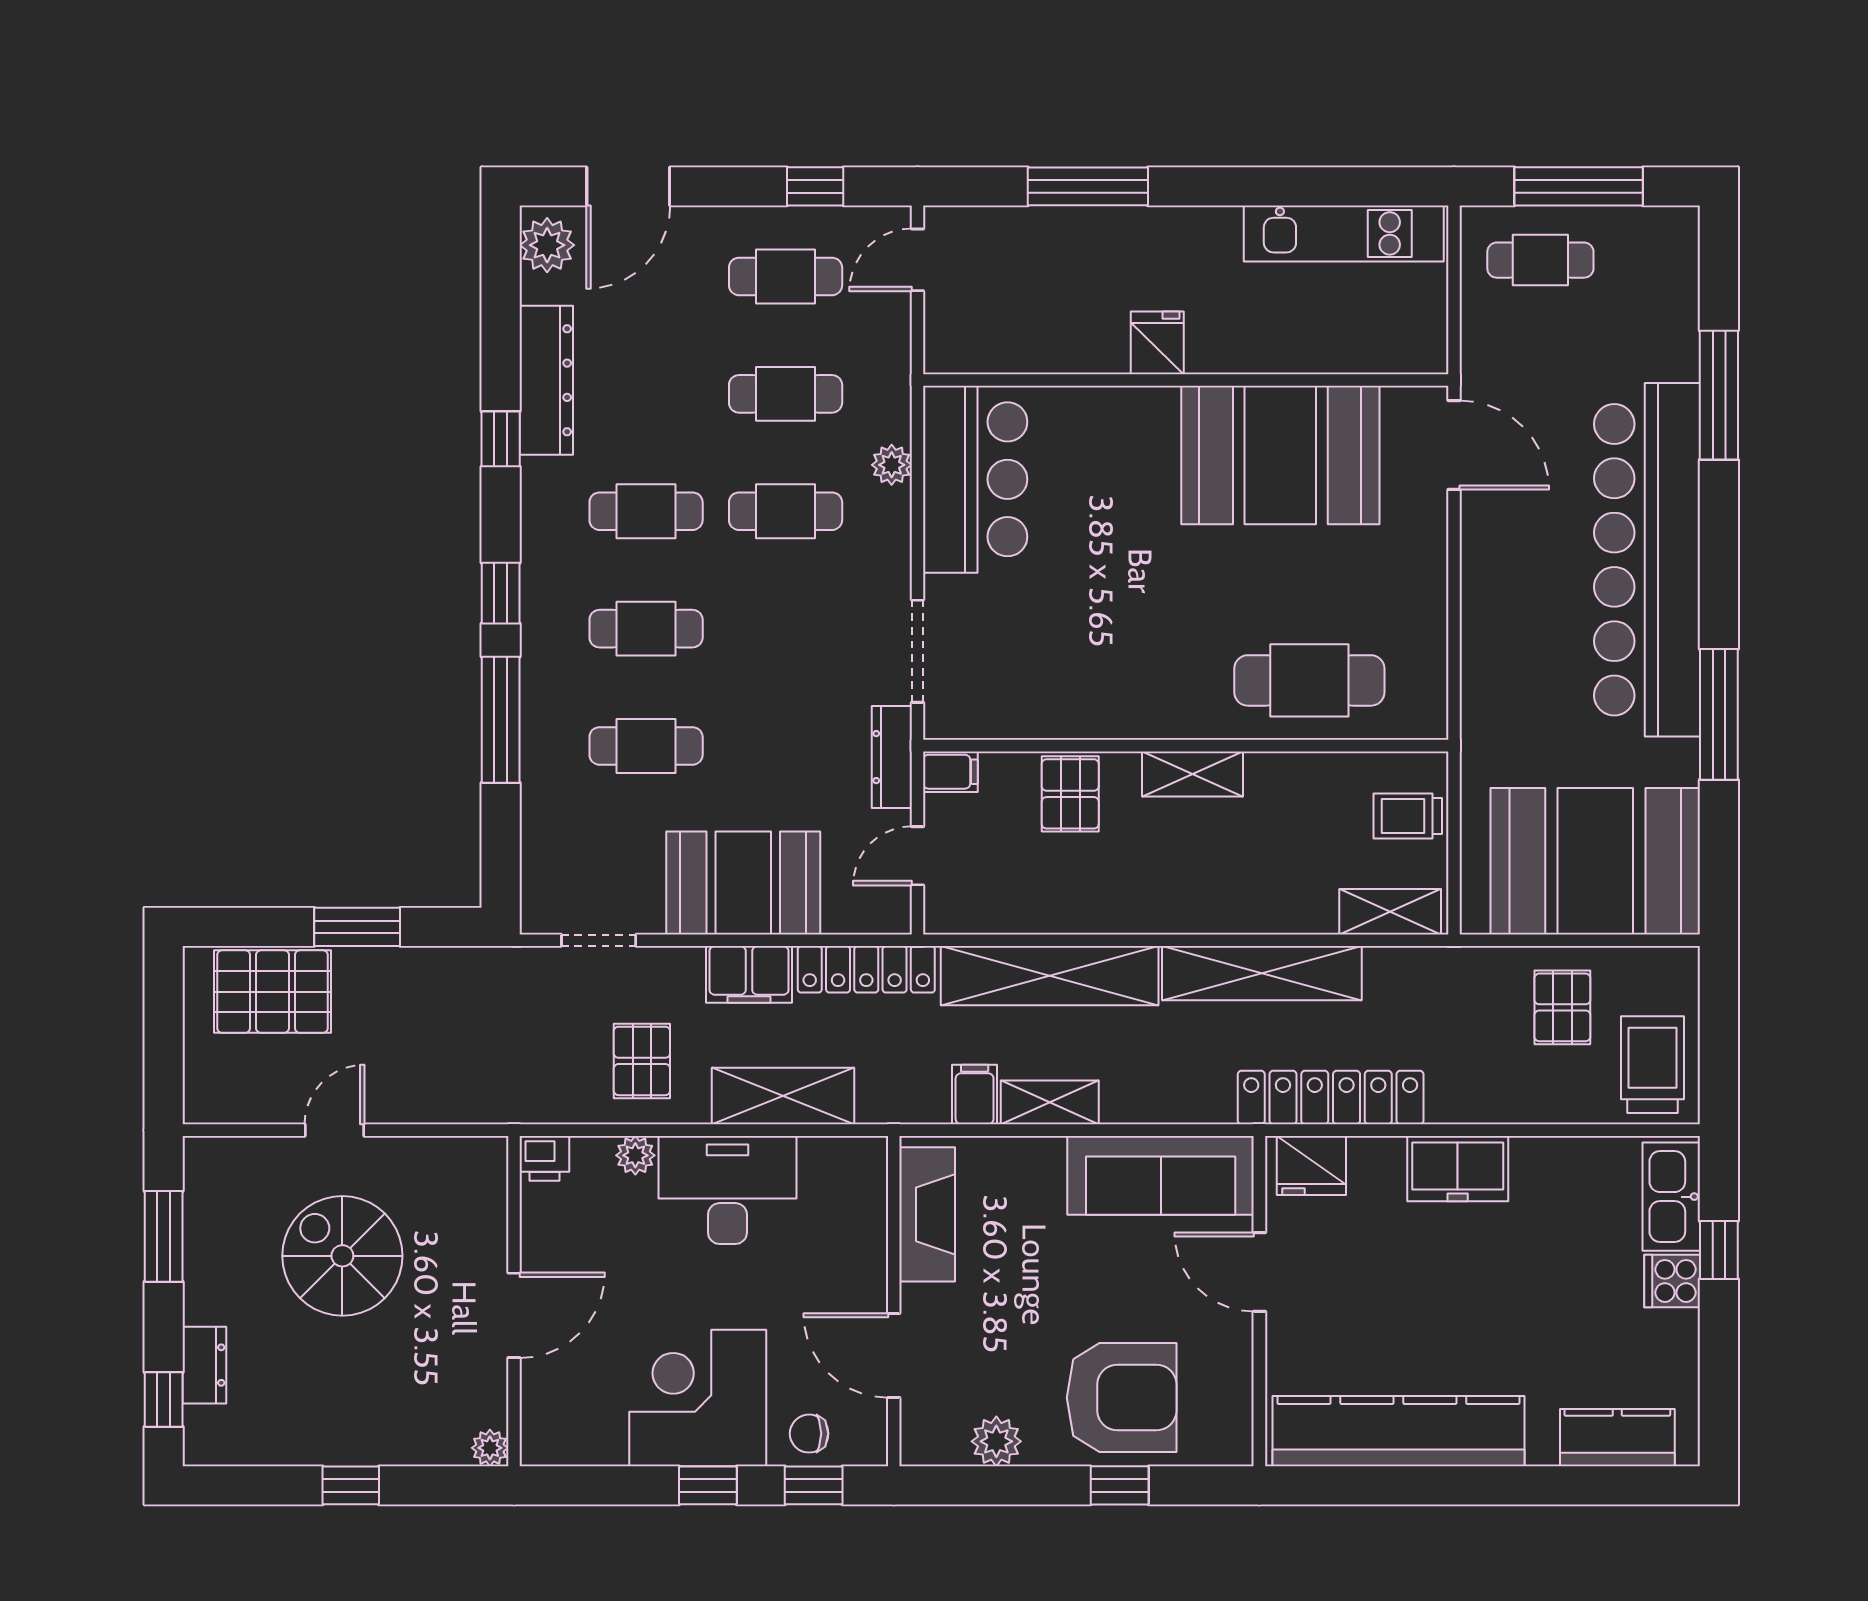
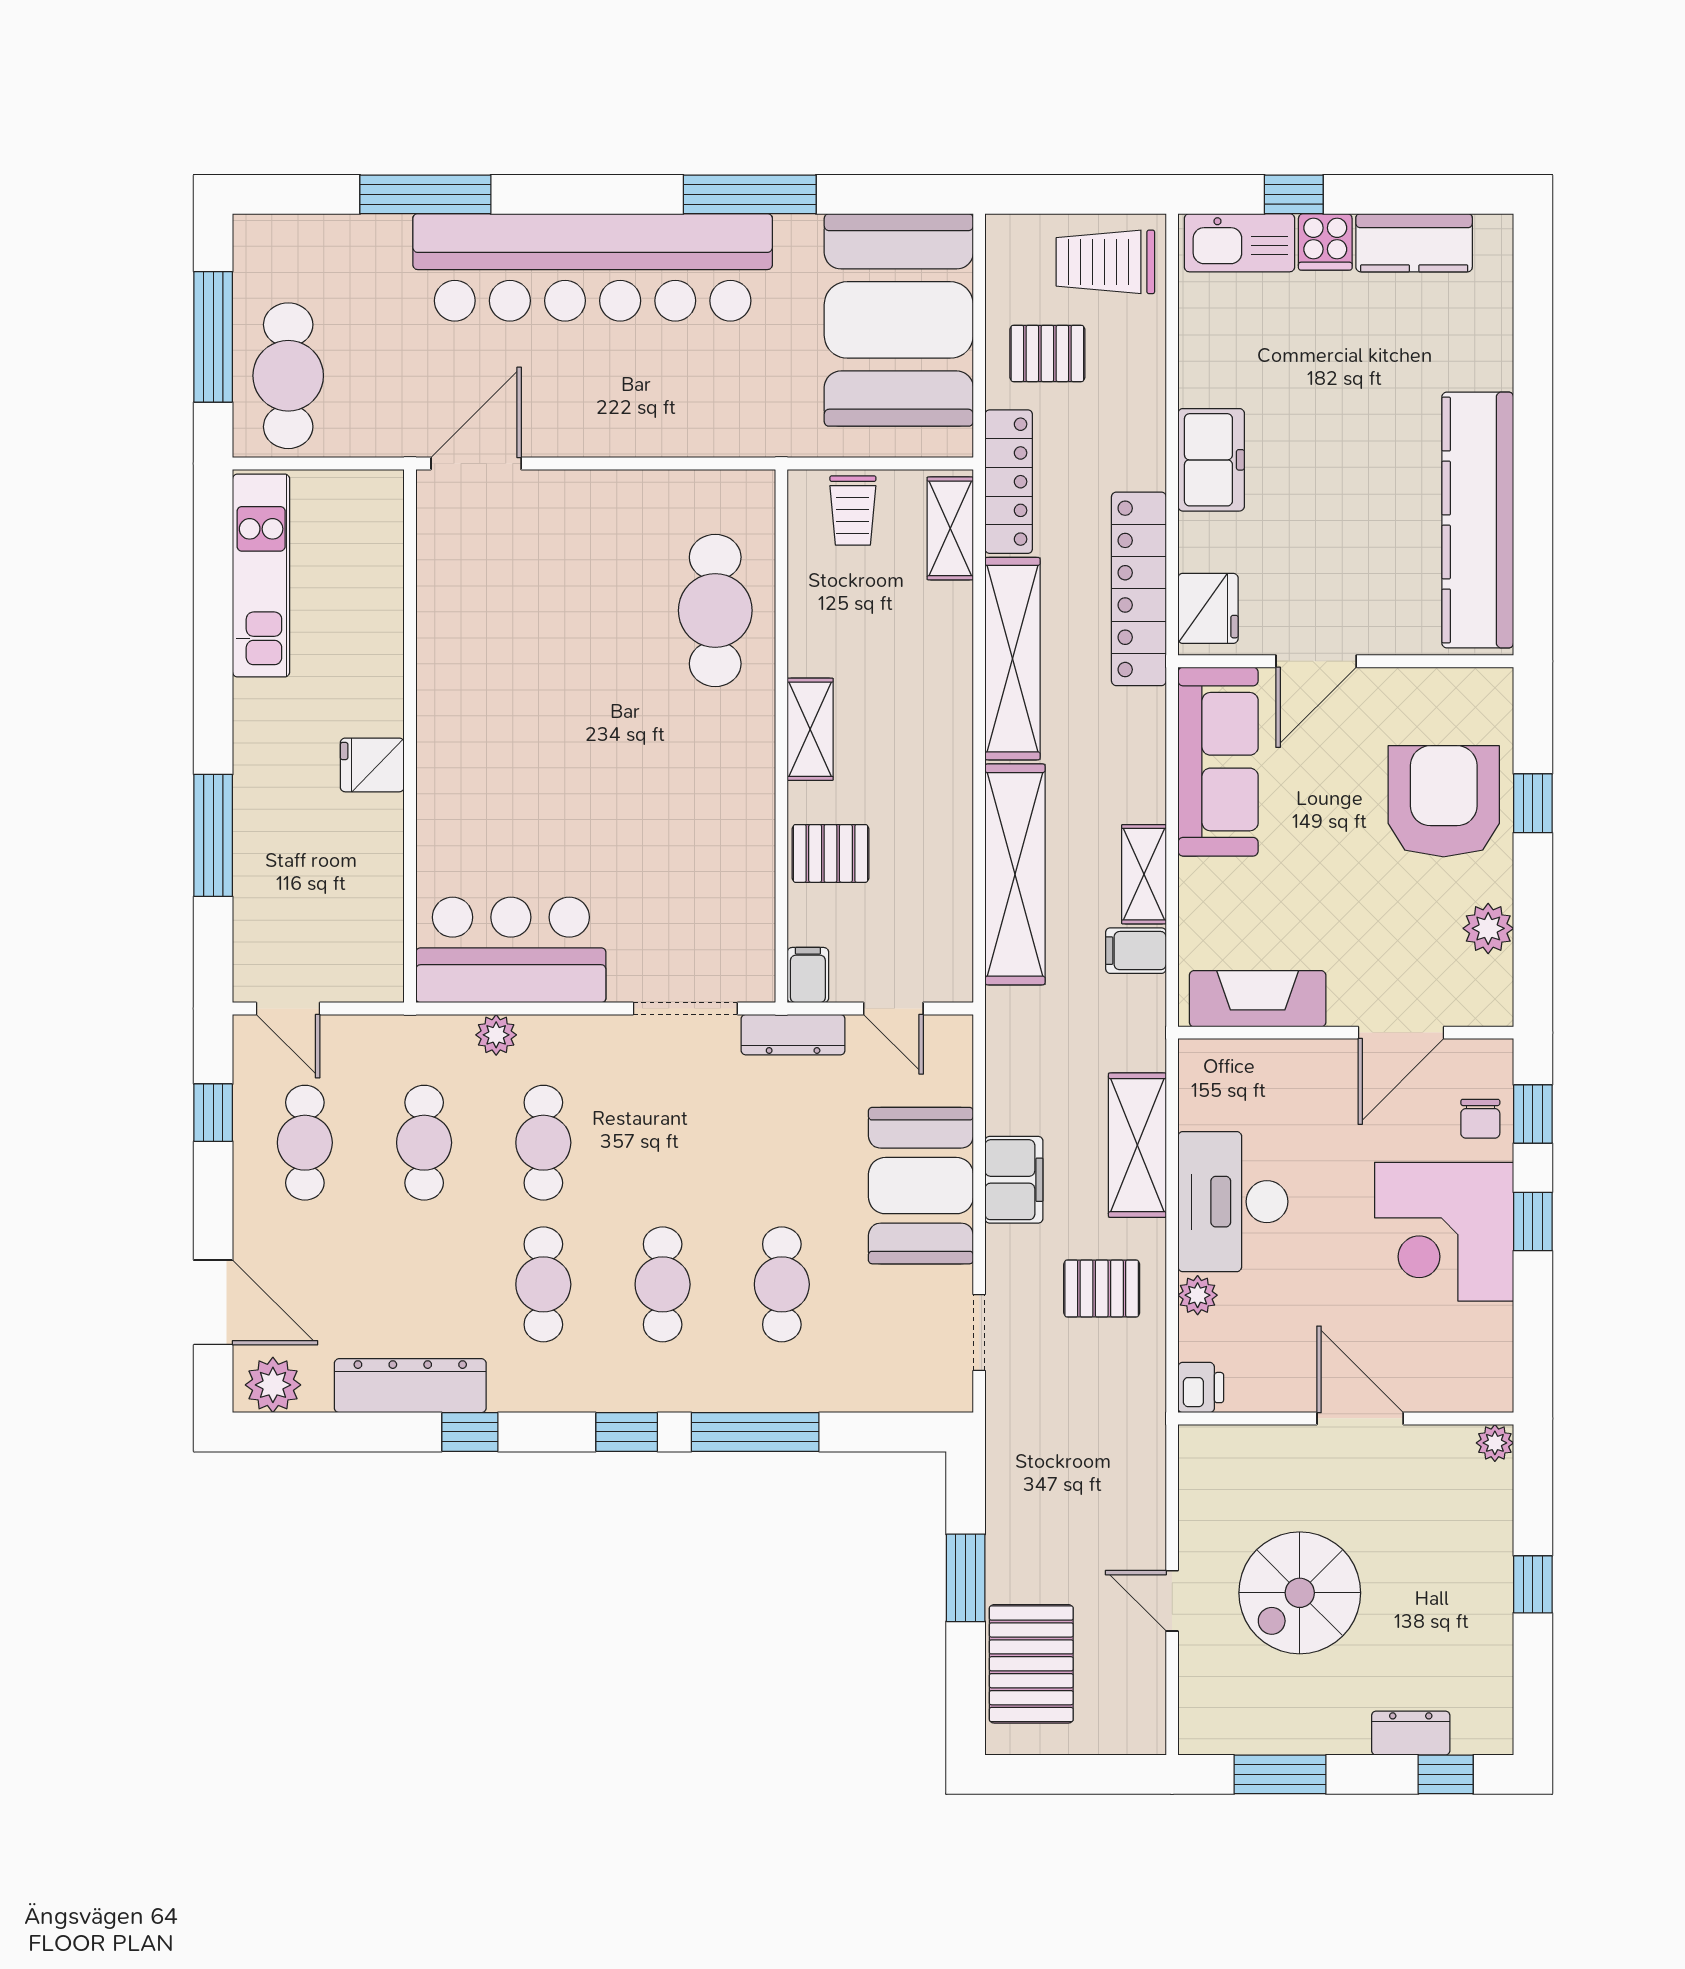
cafe table: (1540, 260) -> (288, 376), width x1.37, depth x1.35
booth: (1280, 455) -> (486, 640), removed
locker: (866, 969) -> (1009, 482), moved
kitchen counter: (1617, 1438) -> (1414, 243), moved, turned -90

